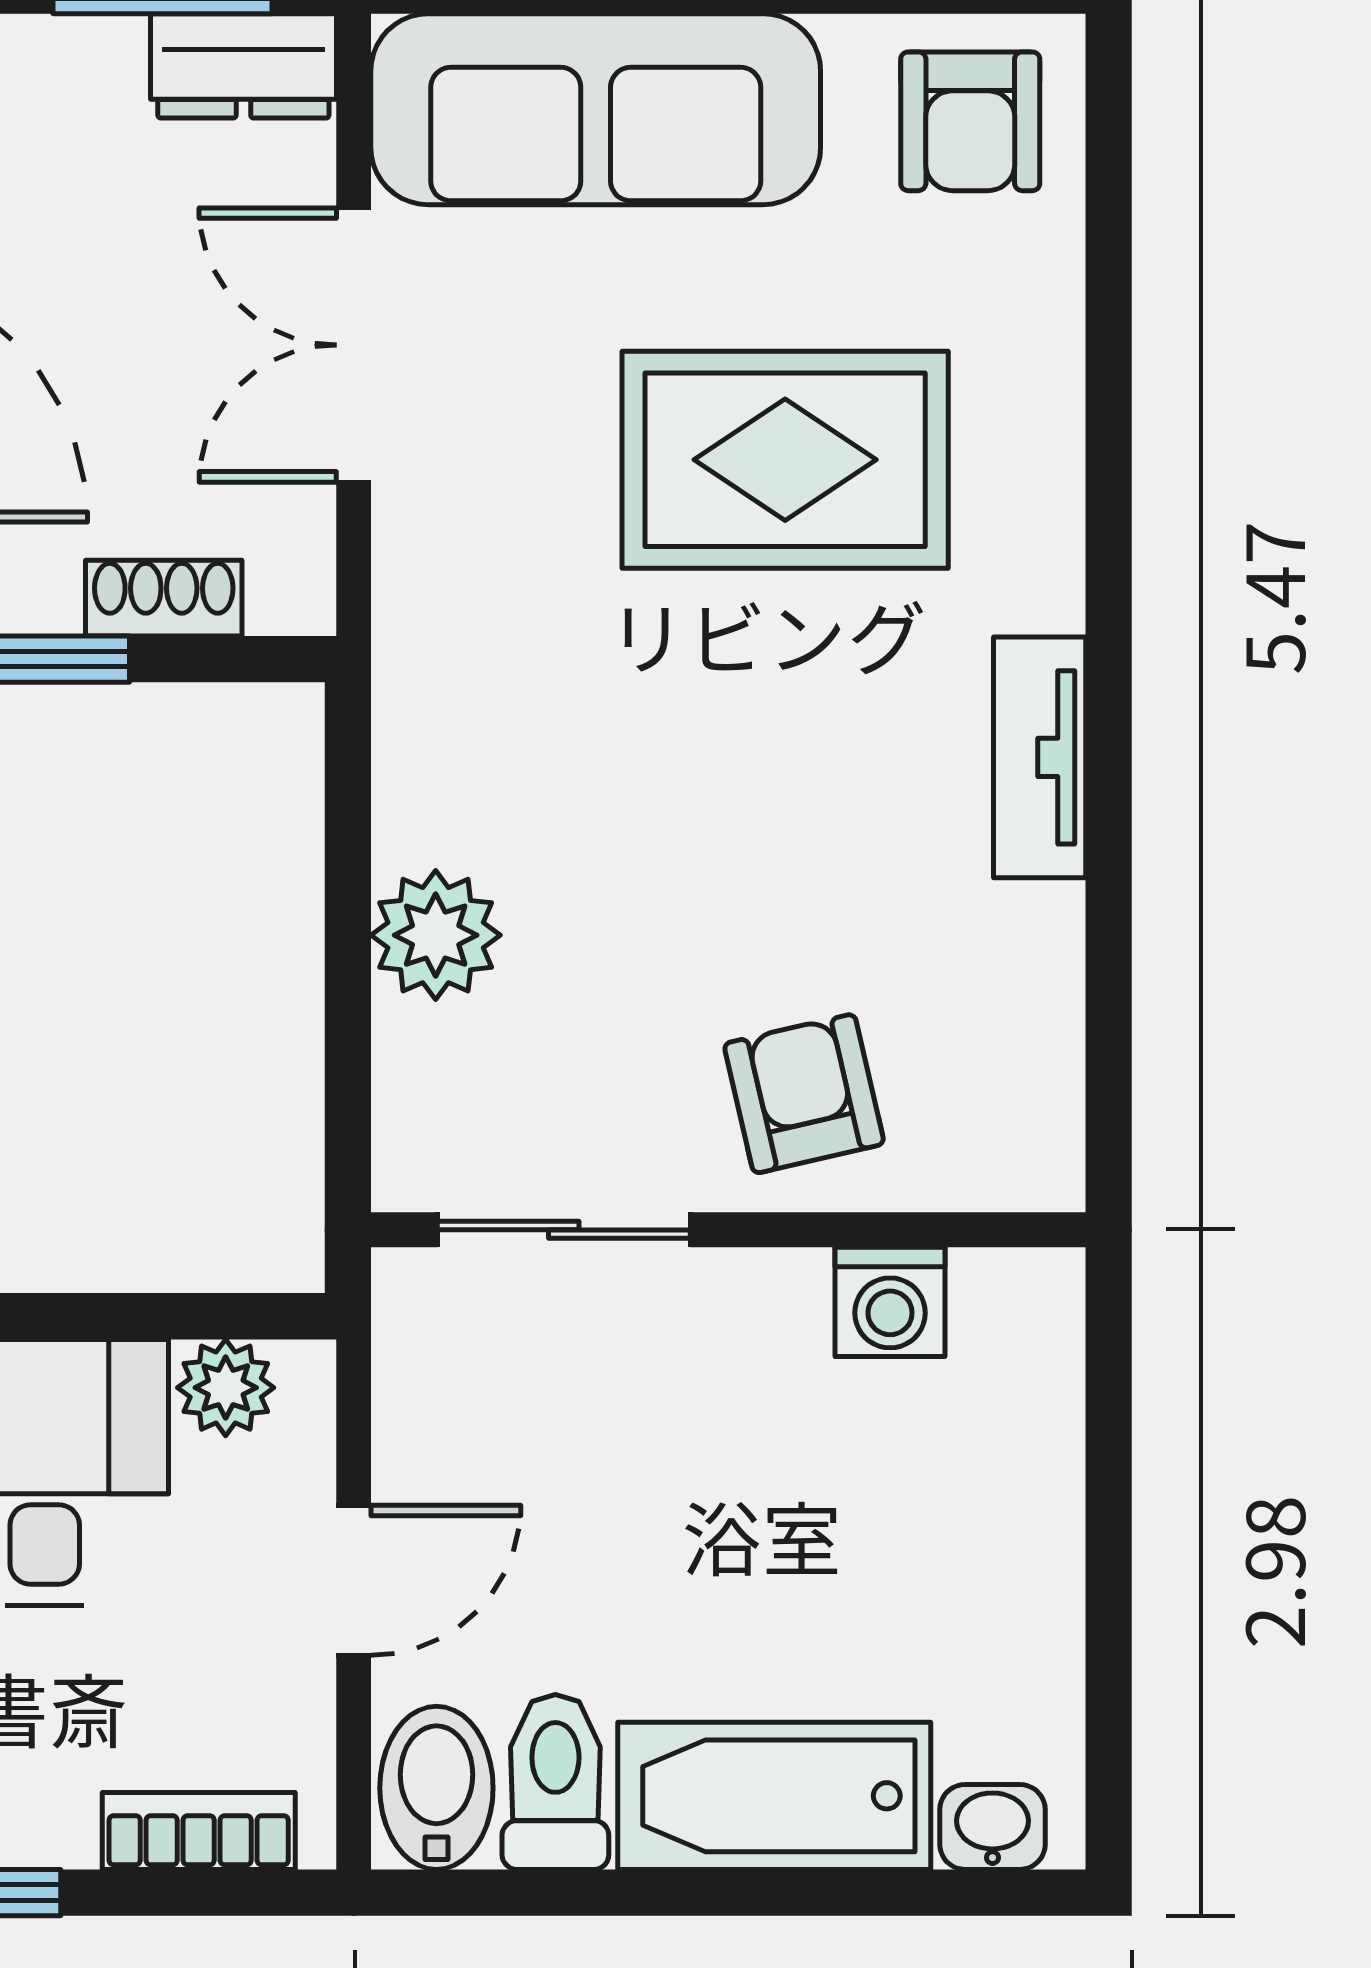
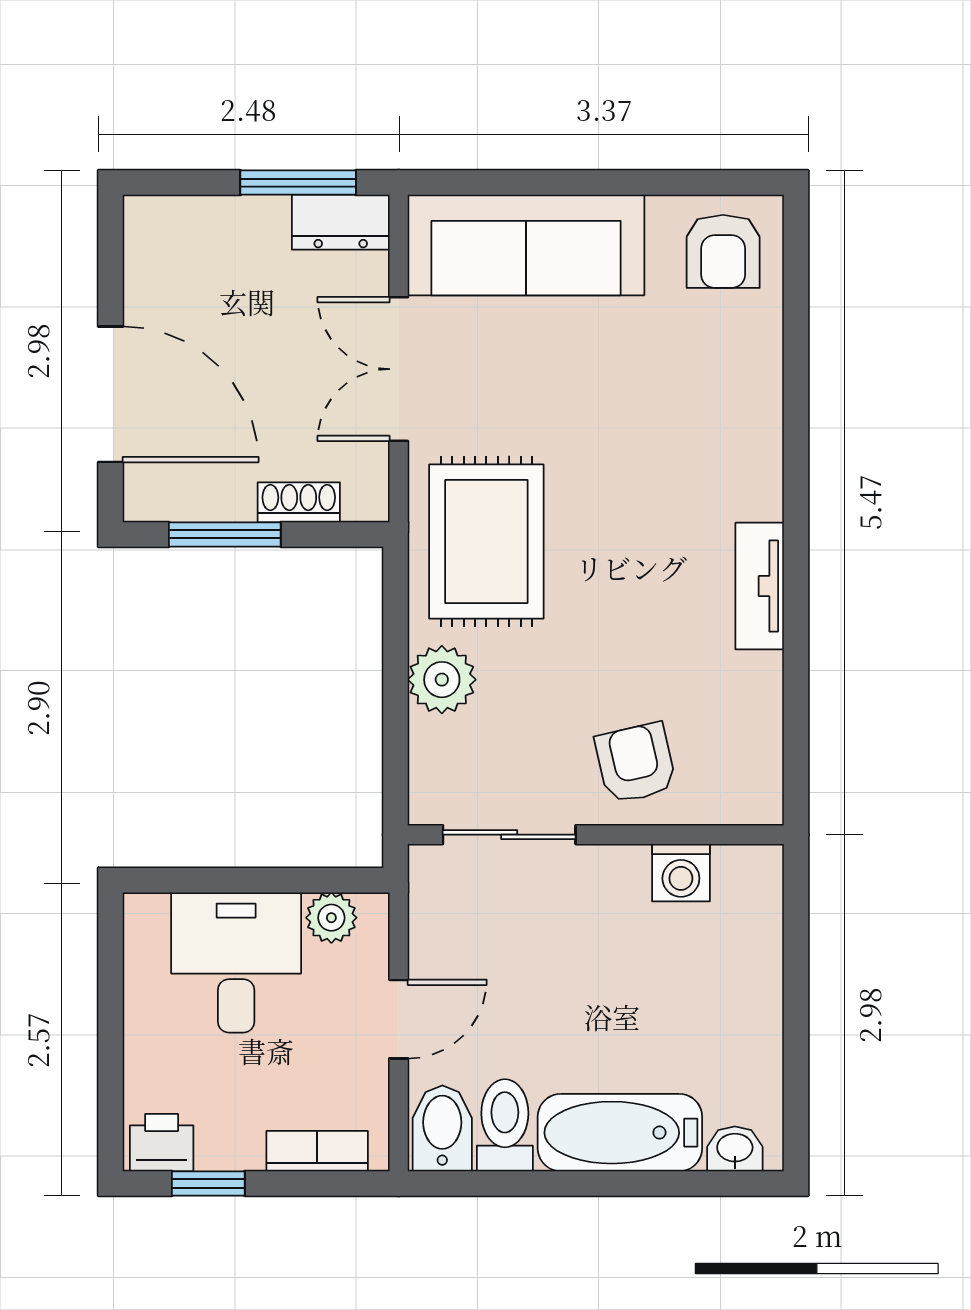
rug: (785, 460) -> (486, 542), moved, turned 90

